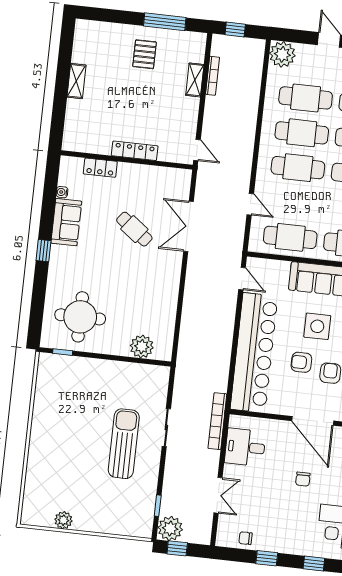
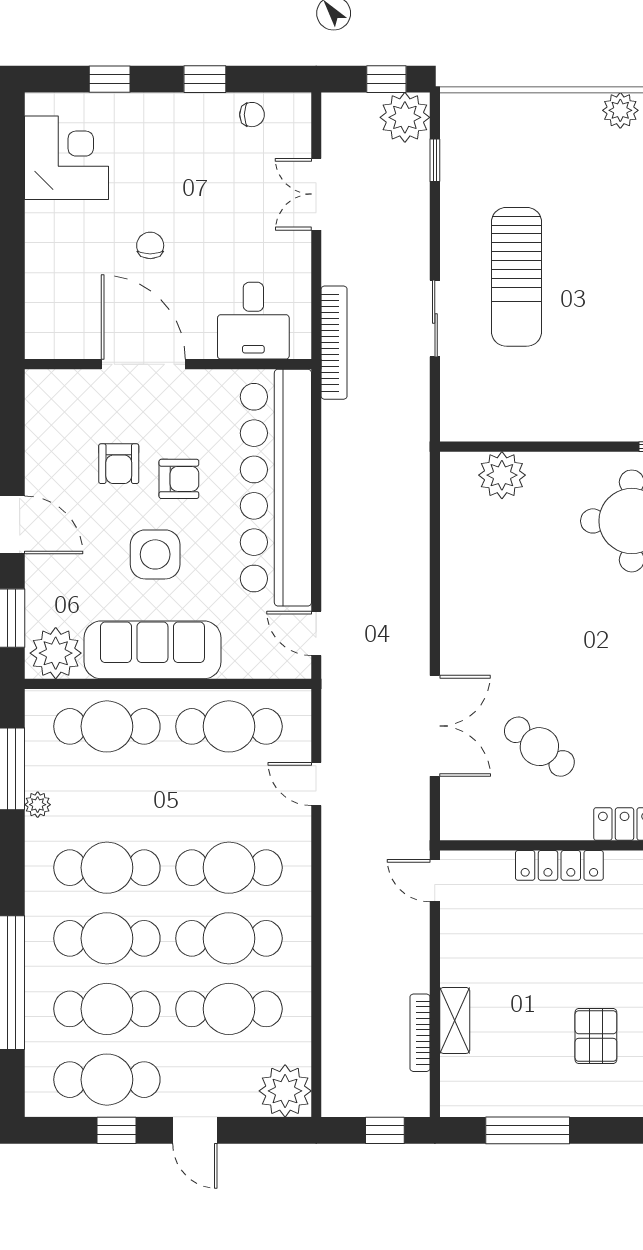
pallet: (145, 54) -> (596, 1036), moved
cafe table: (134, 229) -> (539, 747), moved
desk: (245, 447) -> (253, 321), moved, turned 90

